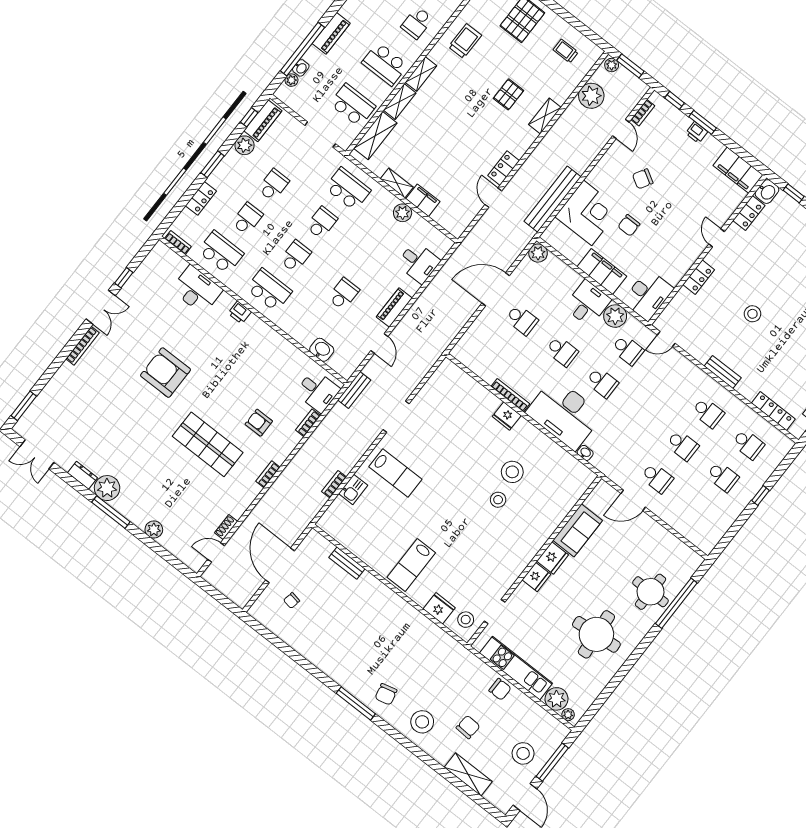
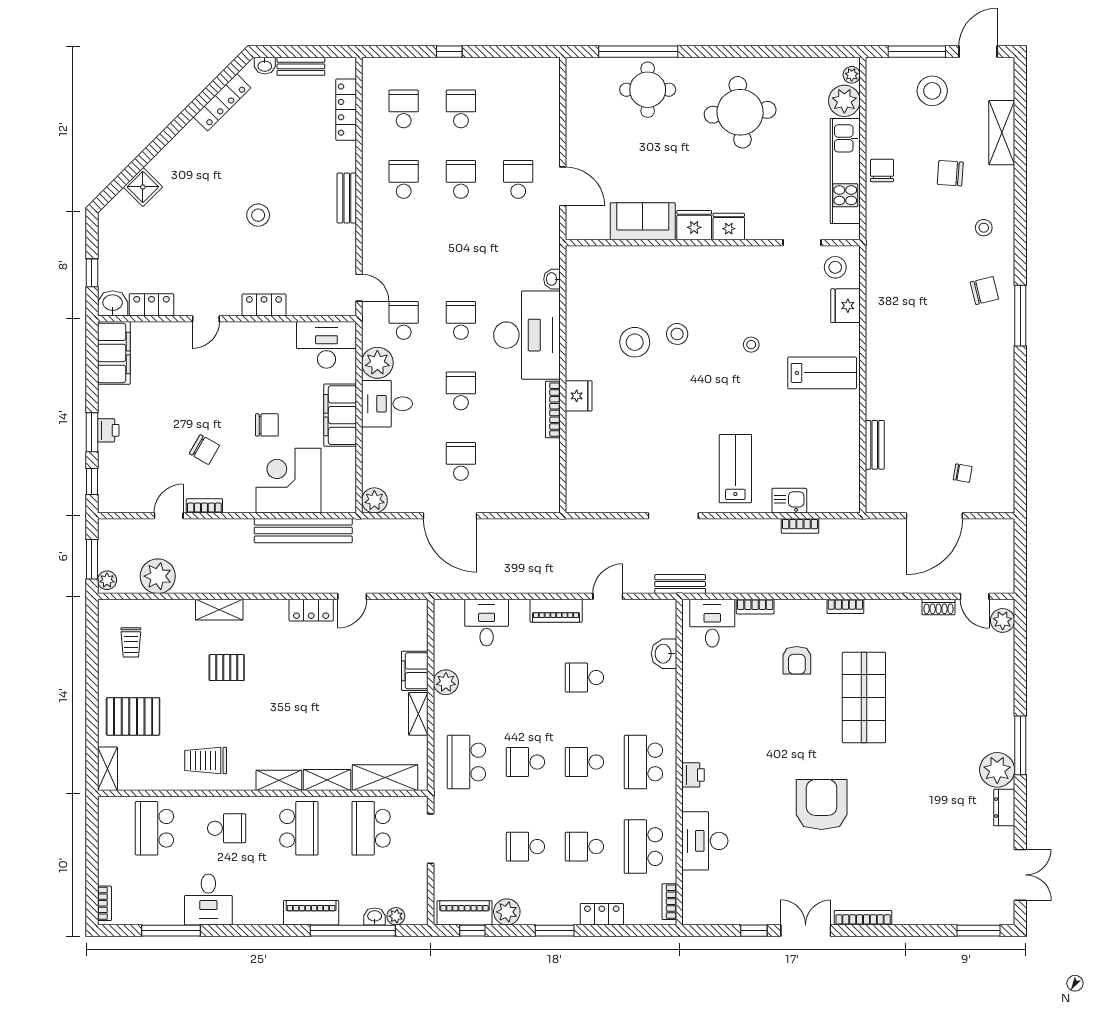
bookcase: (643, 113) -> (204, 506), moved
armchair: (165, 373) -> (822, 805), turned 180
plant: (154, 530) -> (1003, 620), moved
stool: (459, 537) -> (751, 345), added
stool: (422, 722) -> (984, 228), width x0.53, depth x0.53

